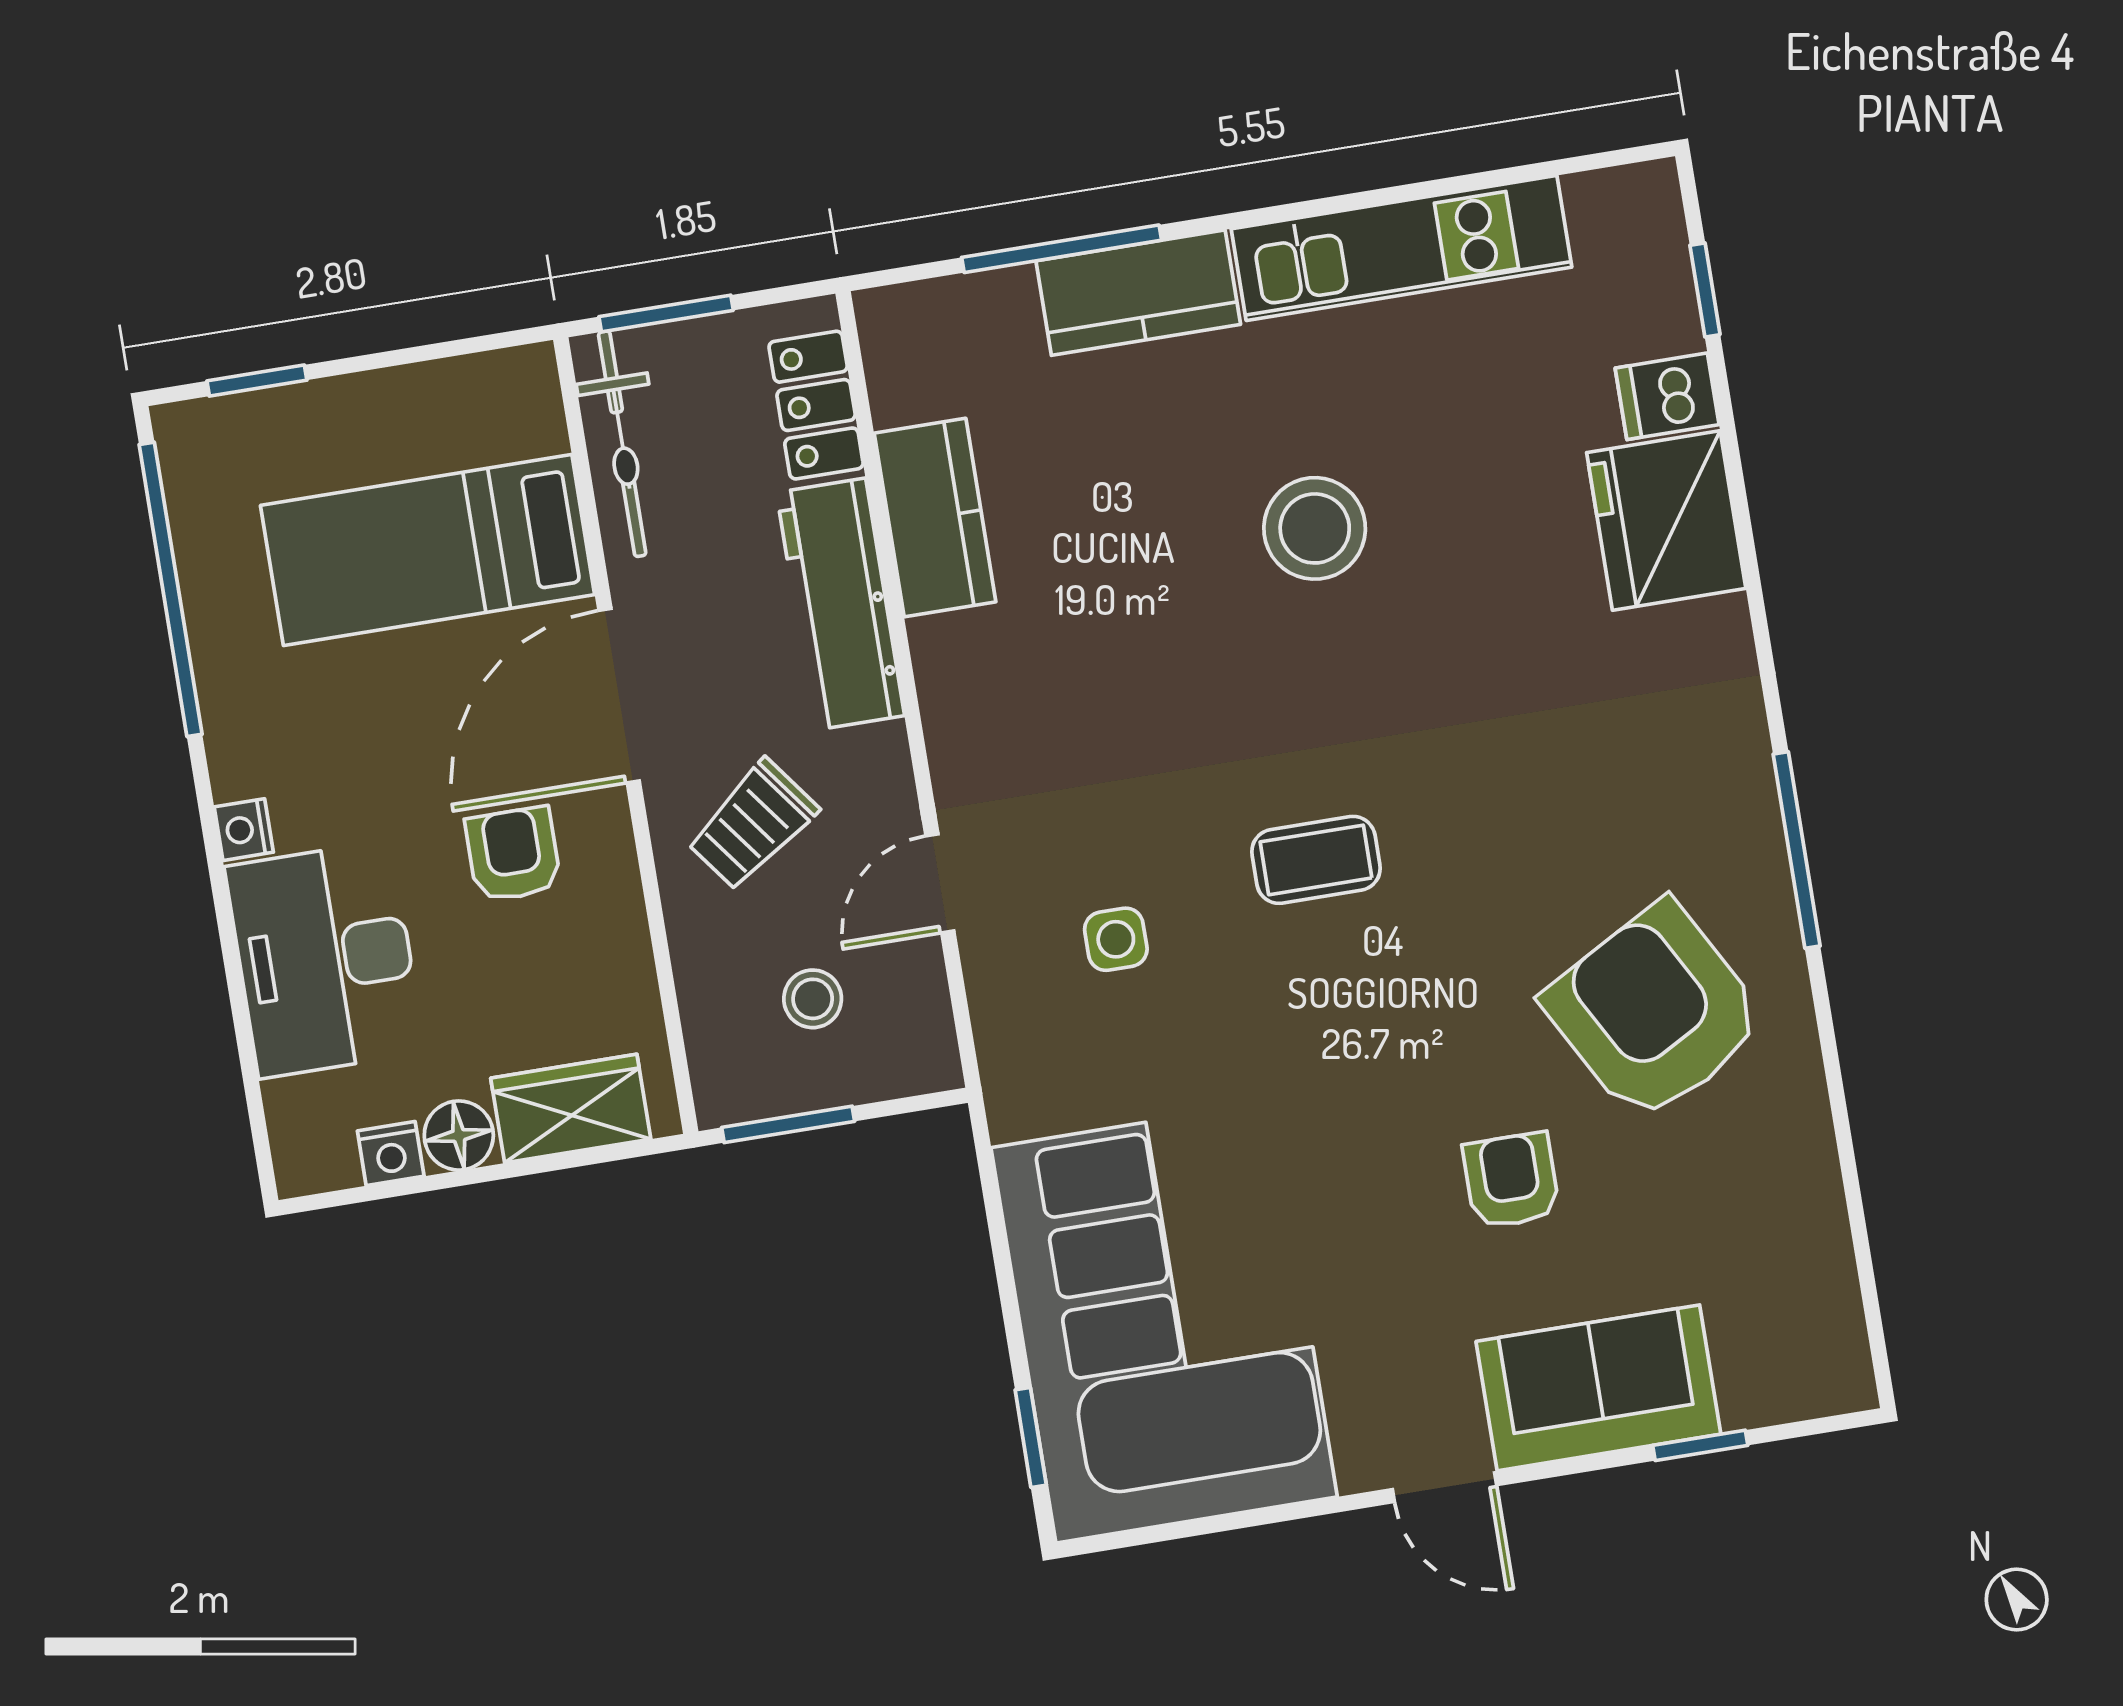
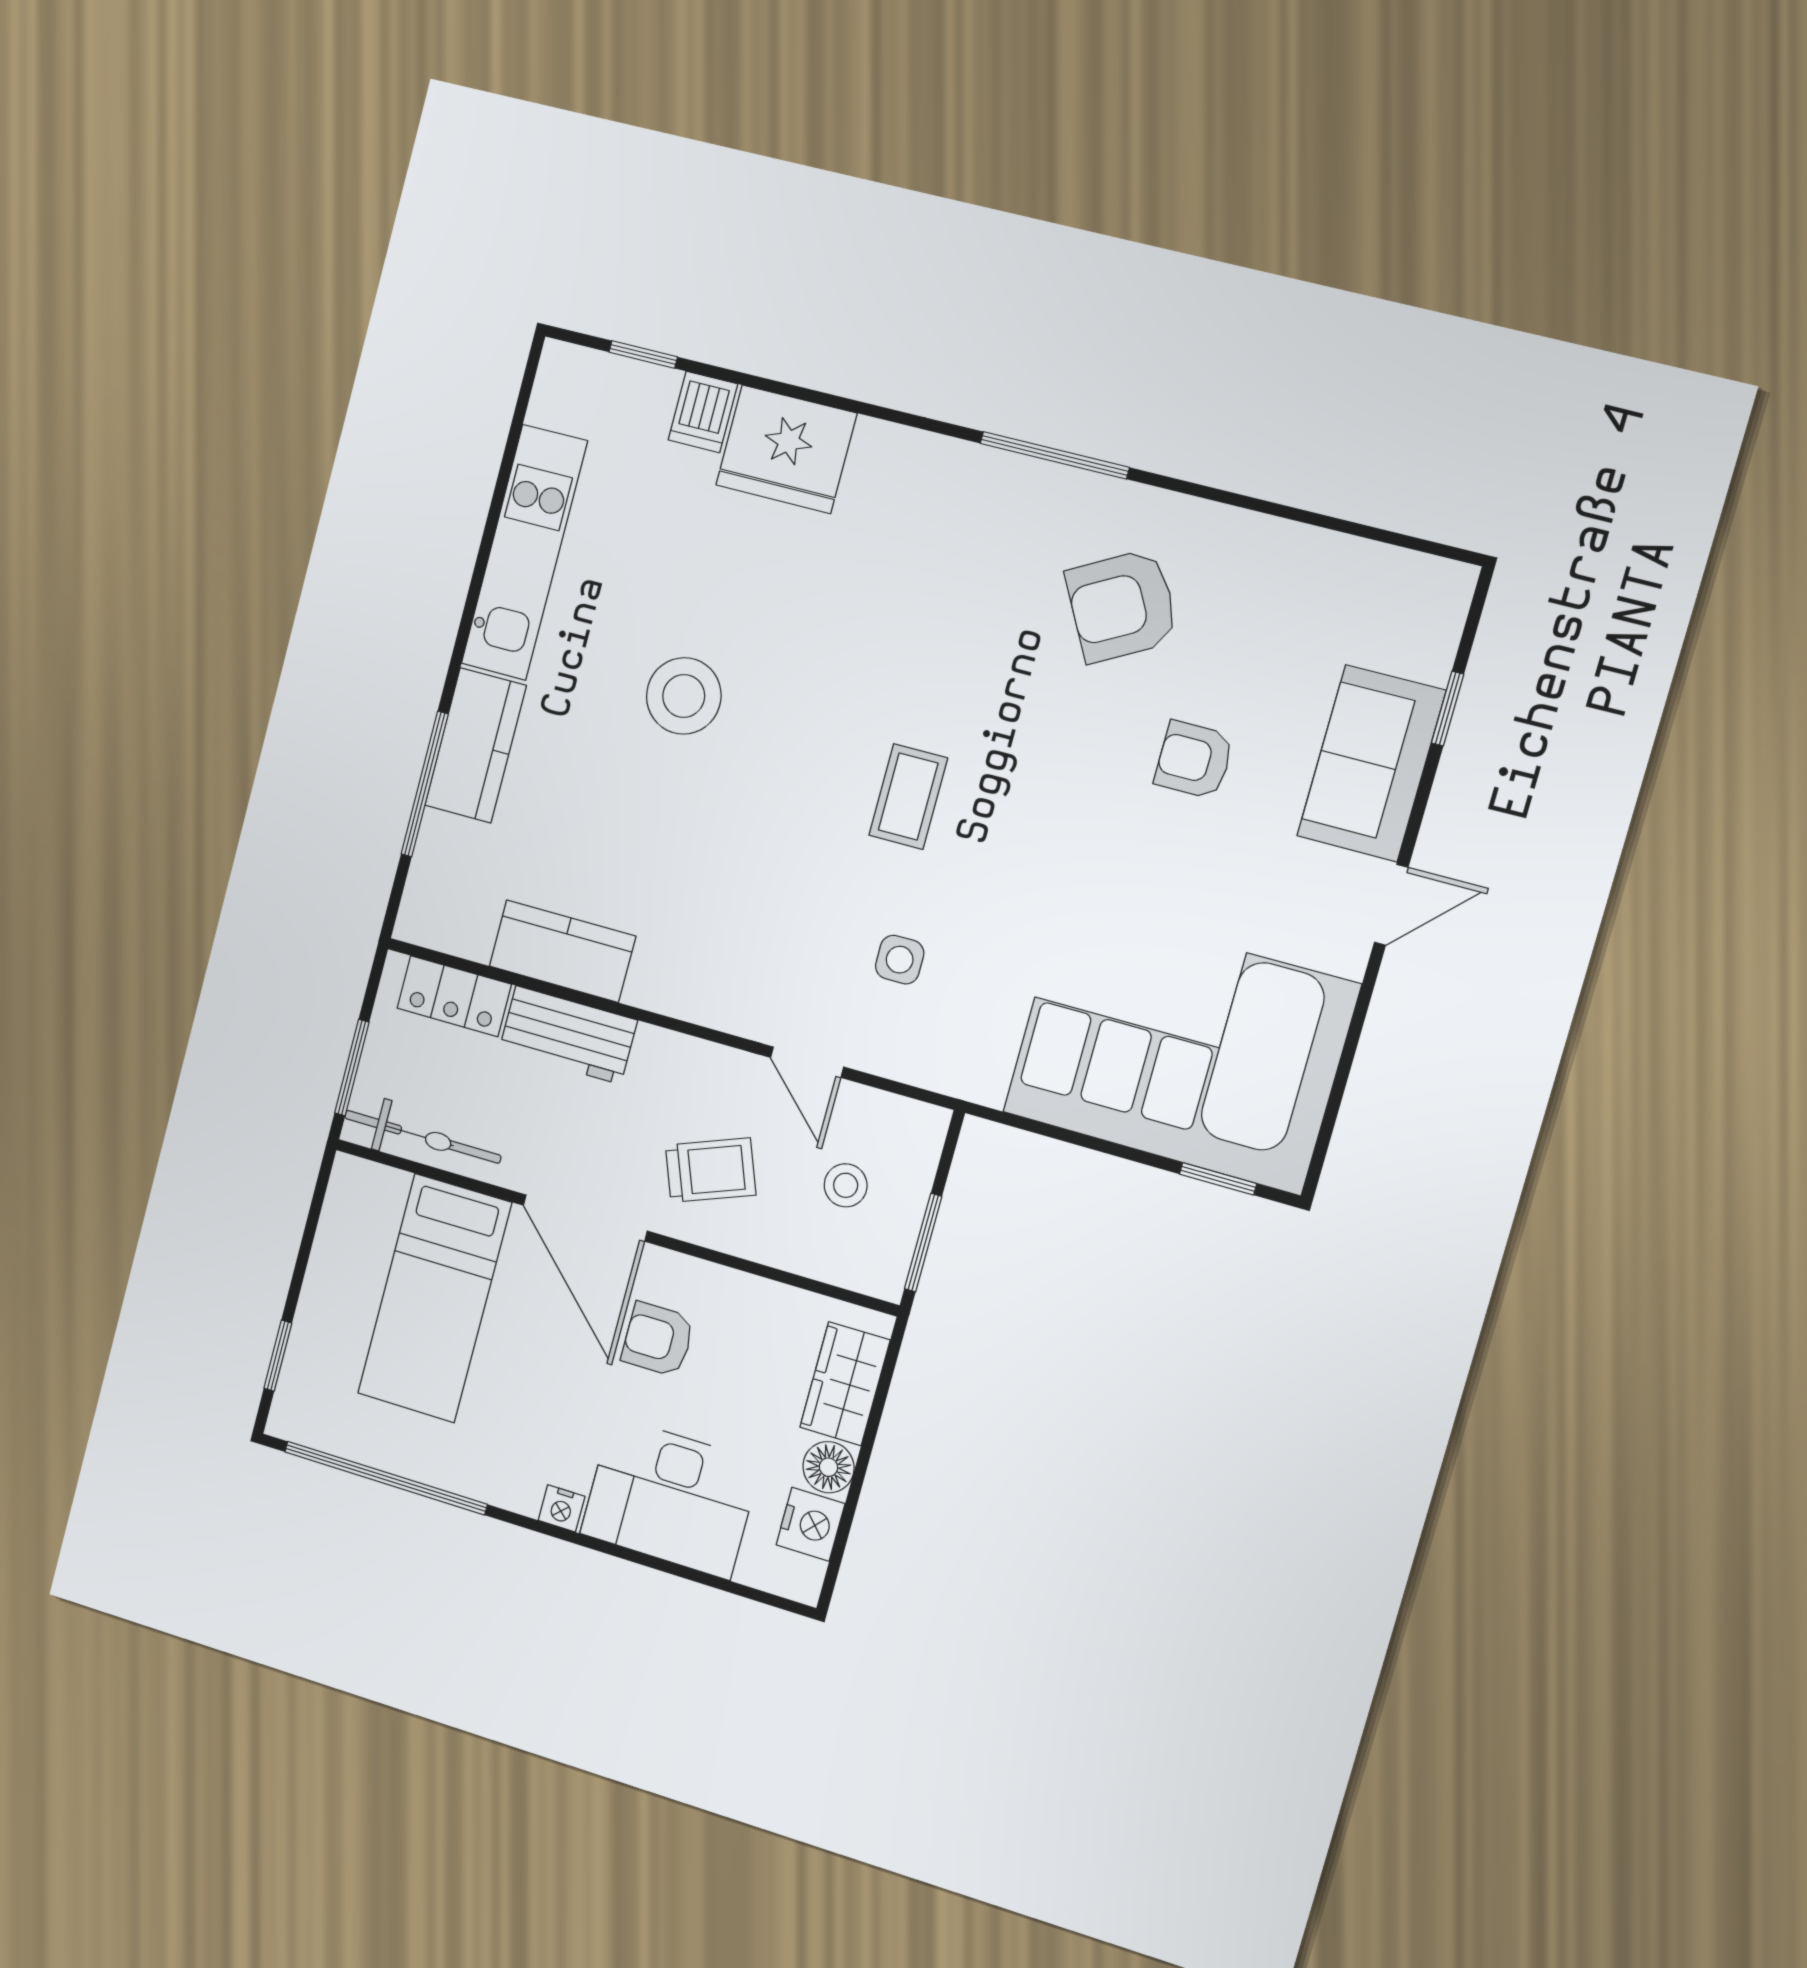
workbench: (840, 604) -> (568, 1035), width x0.73
trolley: (752, 825) -> (711, 1170), turned -74
armchair: (1655, 1012) -> (1122, 606), width x0.73, depth x0.73
nightstand: (391, 1154) -> (811, 1524), width x1.39, depth x1.35

